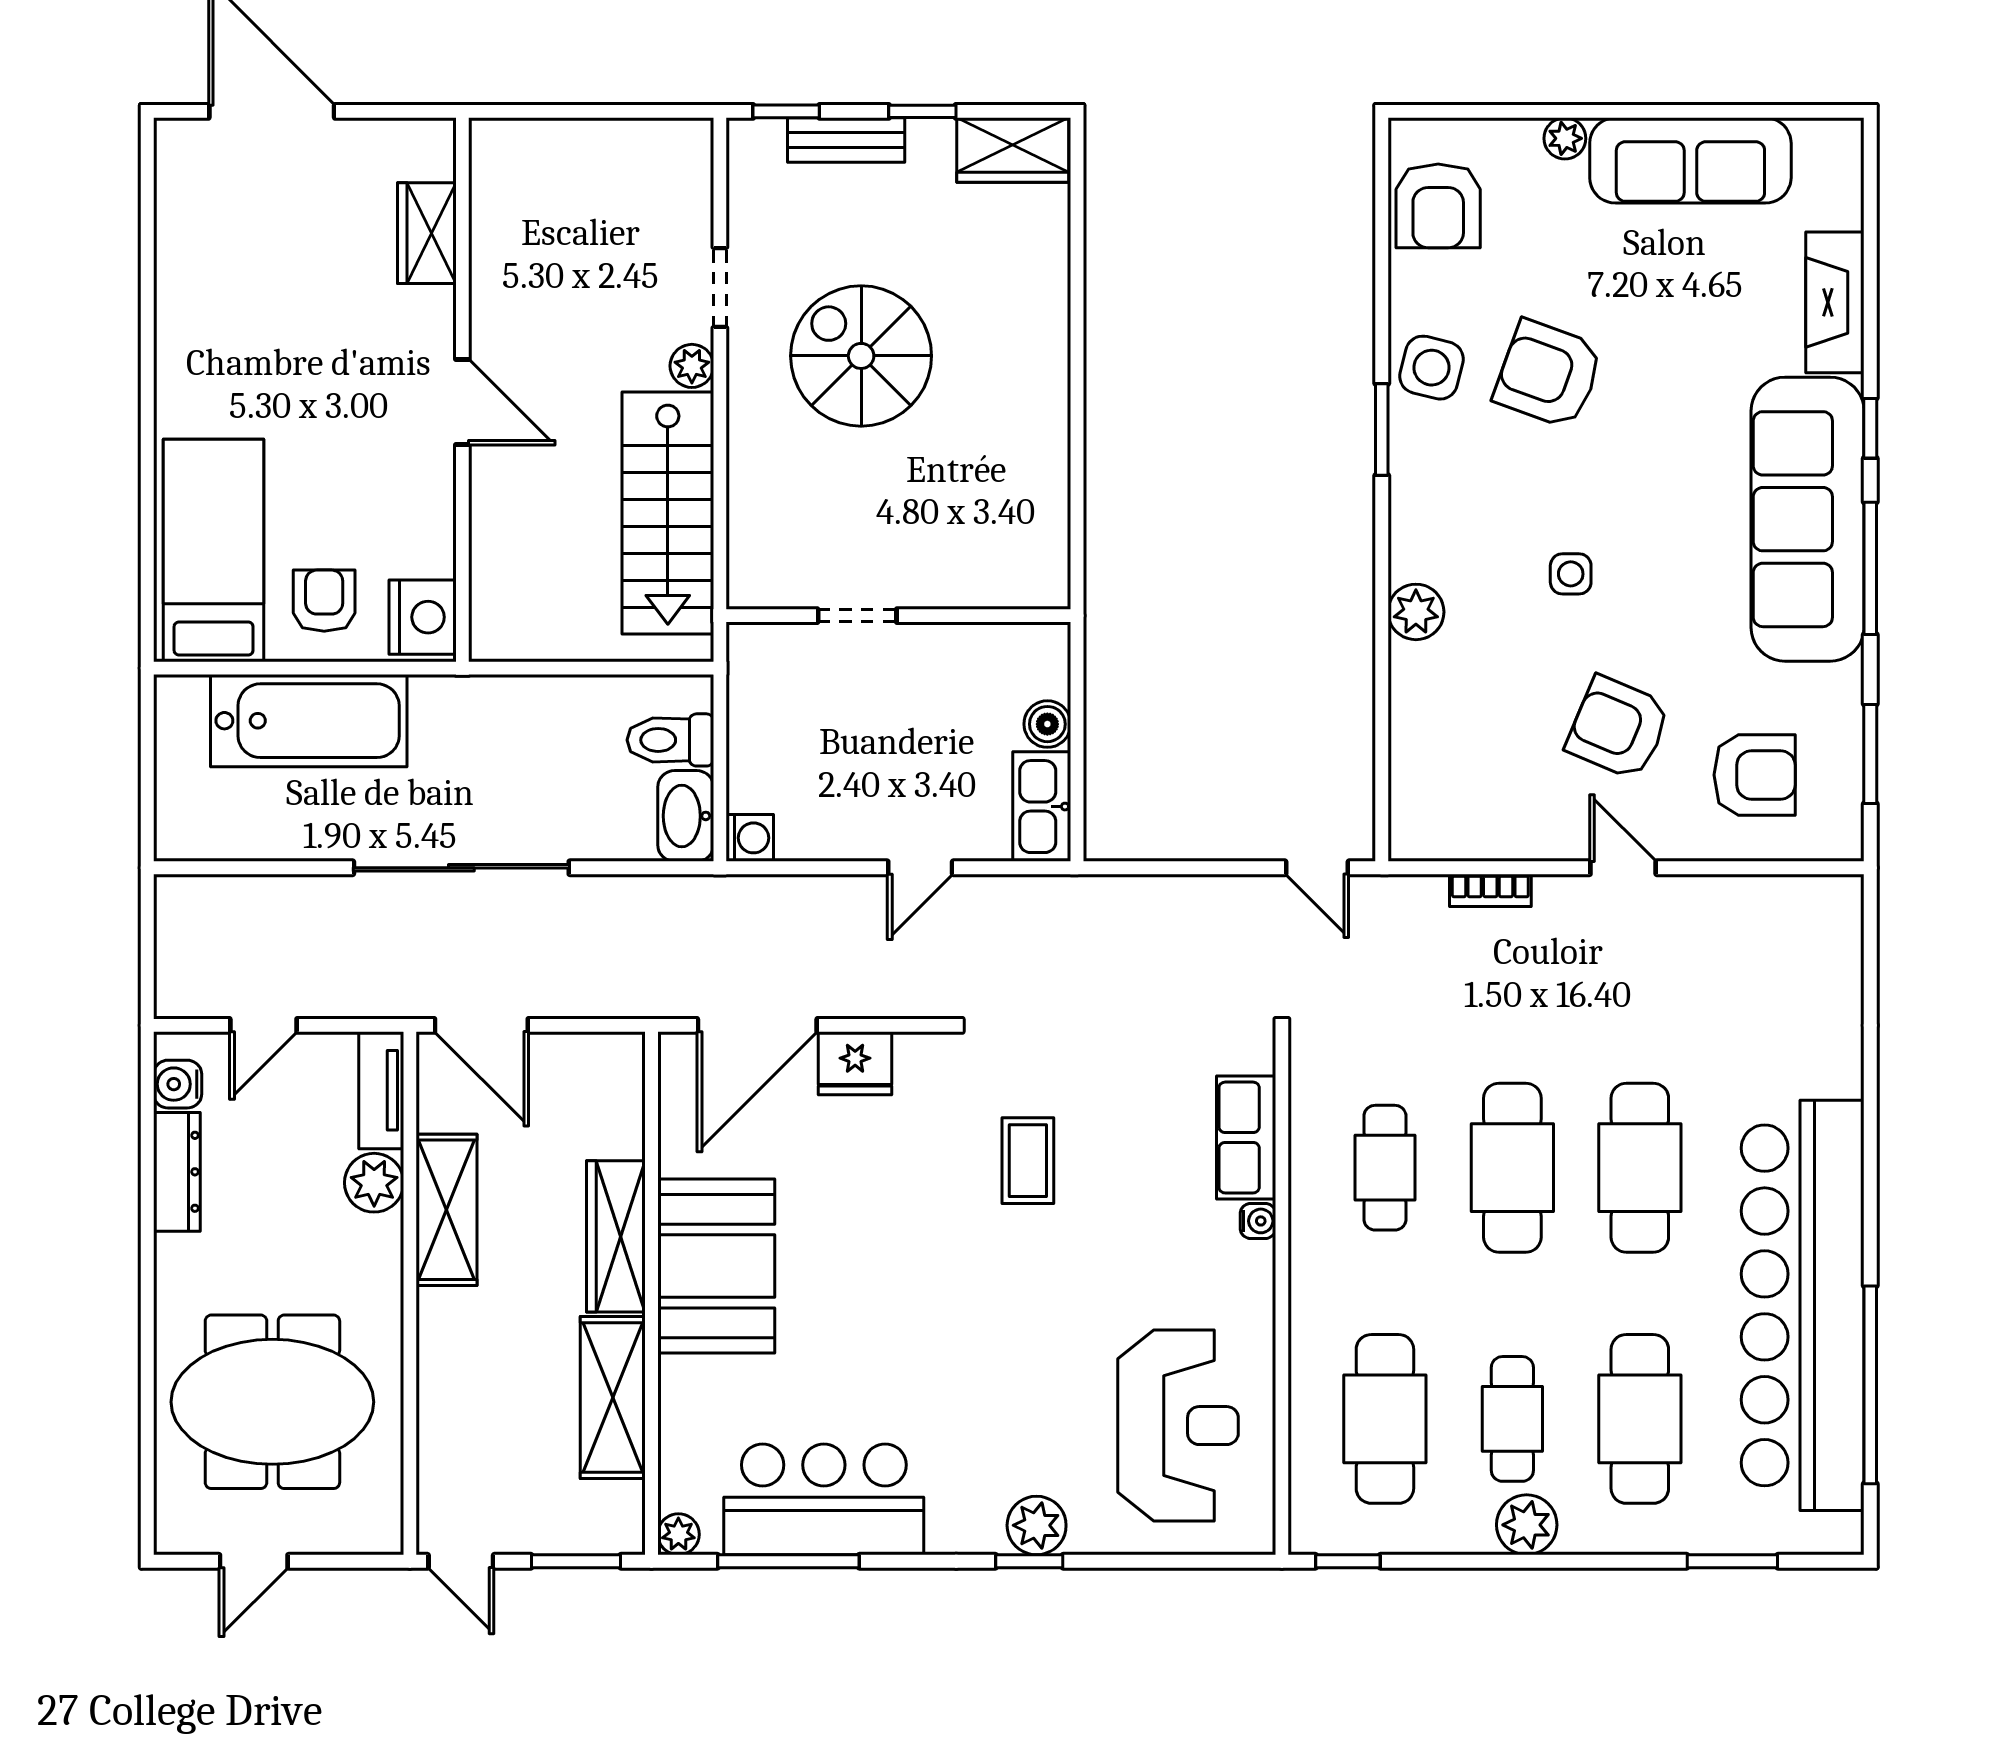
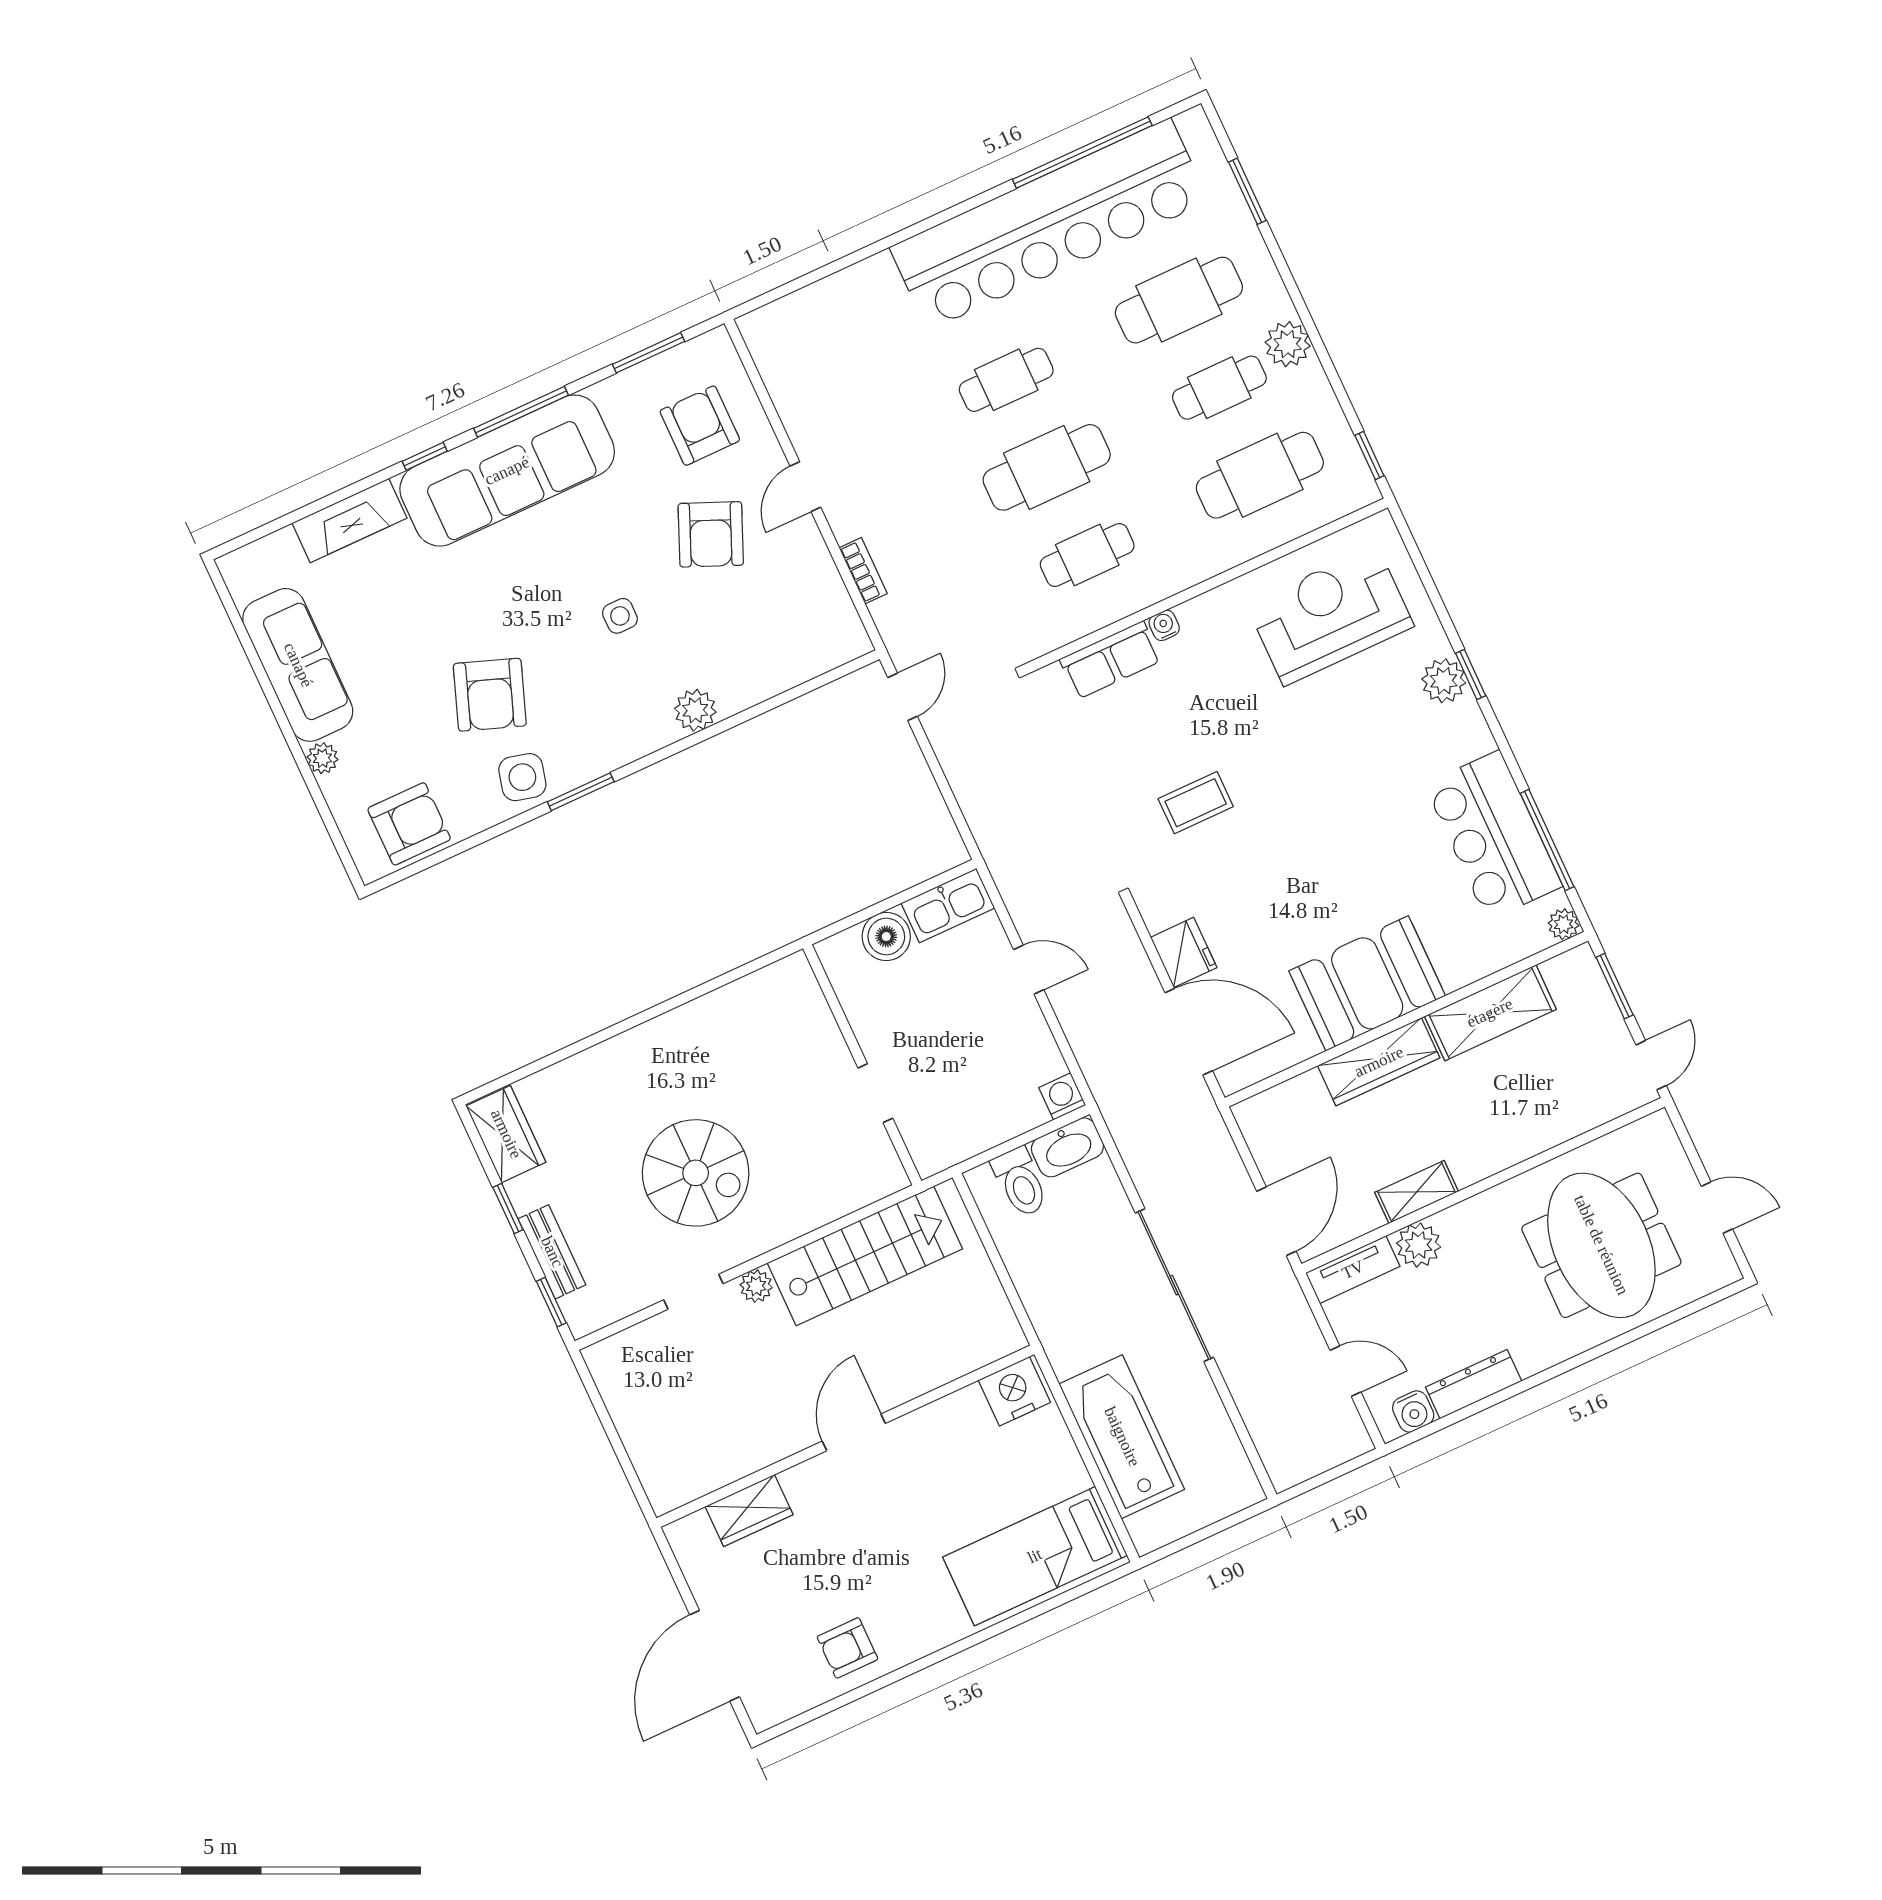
spiral stairs: (861, 356) -> (696, 1173), turned -90
armchair: (324, 601) -> (847, 1648), moved
boiler: (1047, 724) -> (886, 936), width x1.36, depth x1.36
cafe table: (1640, 1168) -> (1006, 380), width x0.73, depth x0.74
shelving: (446, 1210) -> (1417, 1192), width x0.67, depth x0.75

